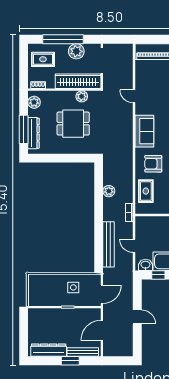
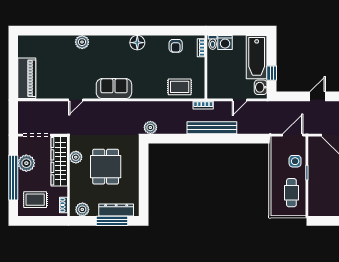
rug: (43, 59) -> (35, 200), turned 90
armchair: (153, 164) -> (150, 79), removed
plant: (109, 191) -> (150, 127), moved
bench: (109, 244) -> (212, 128), moved
side table: (73, 287) -> (295, 161), moved
cafe table: (49, 293) -> (291, 193), added
door: (102, 294) -> (293, 135), hinge flipped

